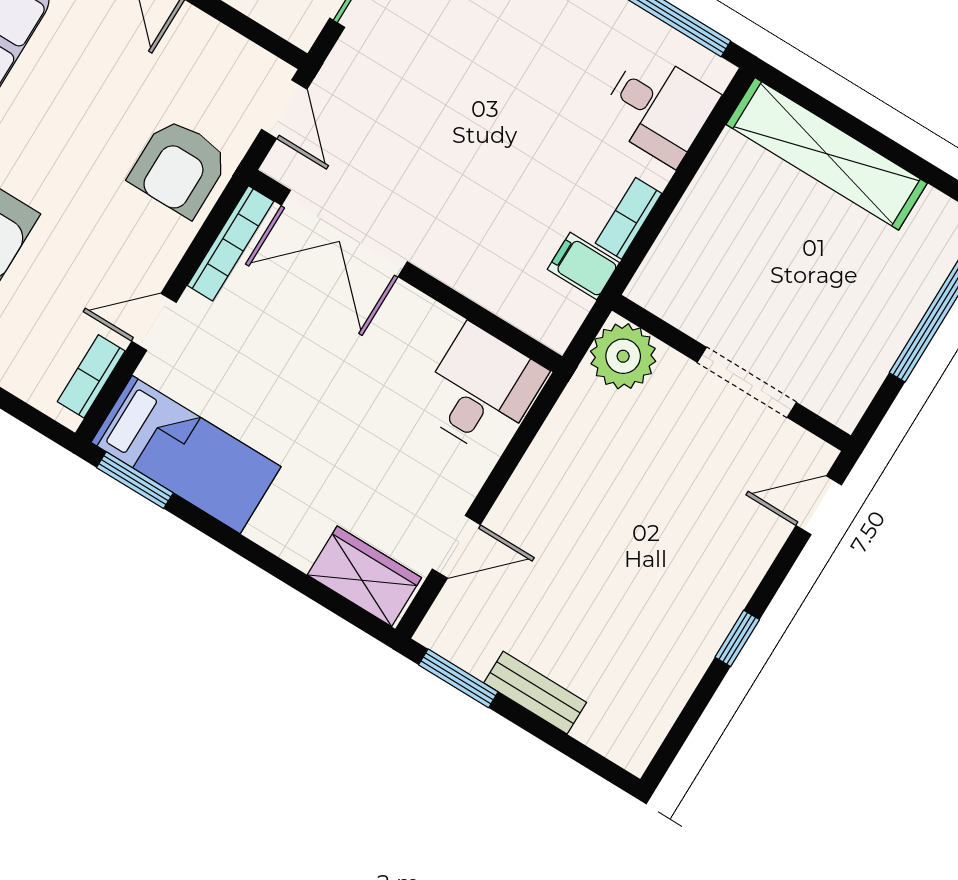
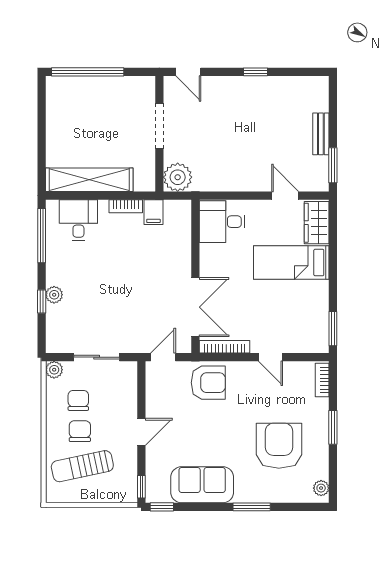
shelving: (827, 154) -> (89, 180), moved, turned 90
bookcase: (91, 376) -> (322, 380), moved, turned 90
bed: (186, 455) -> (291, 263), moved, turned -90

